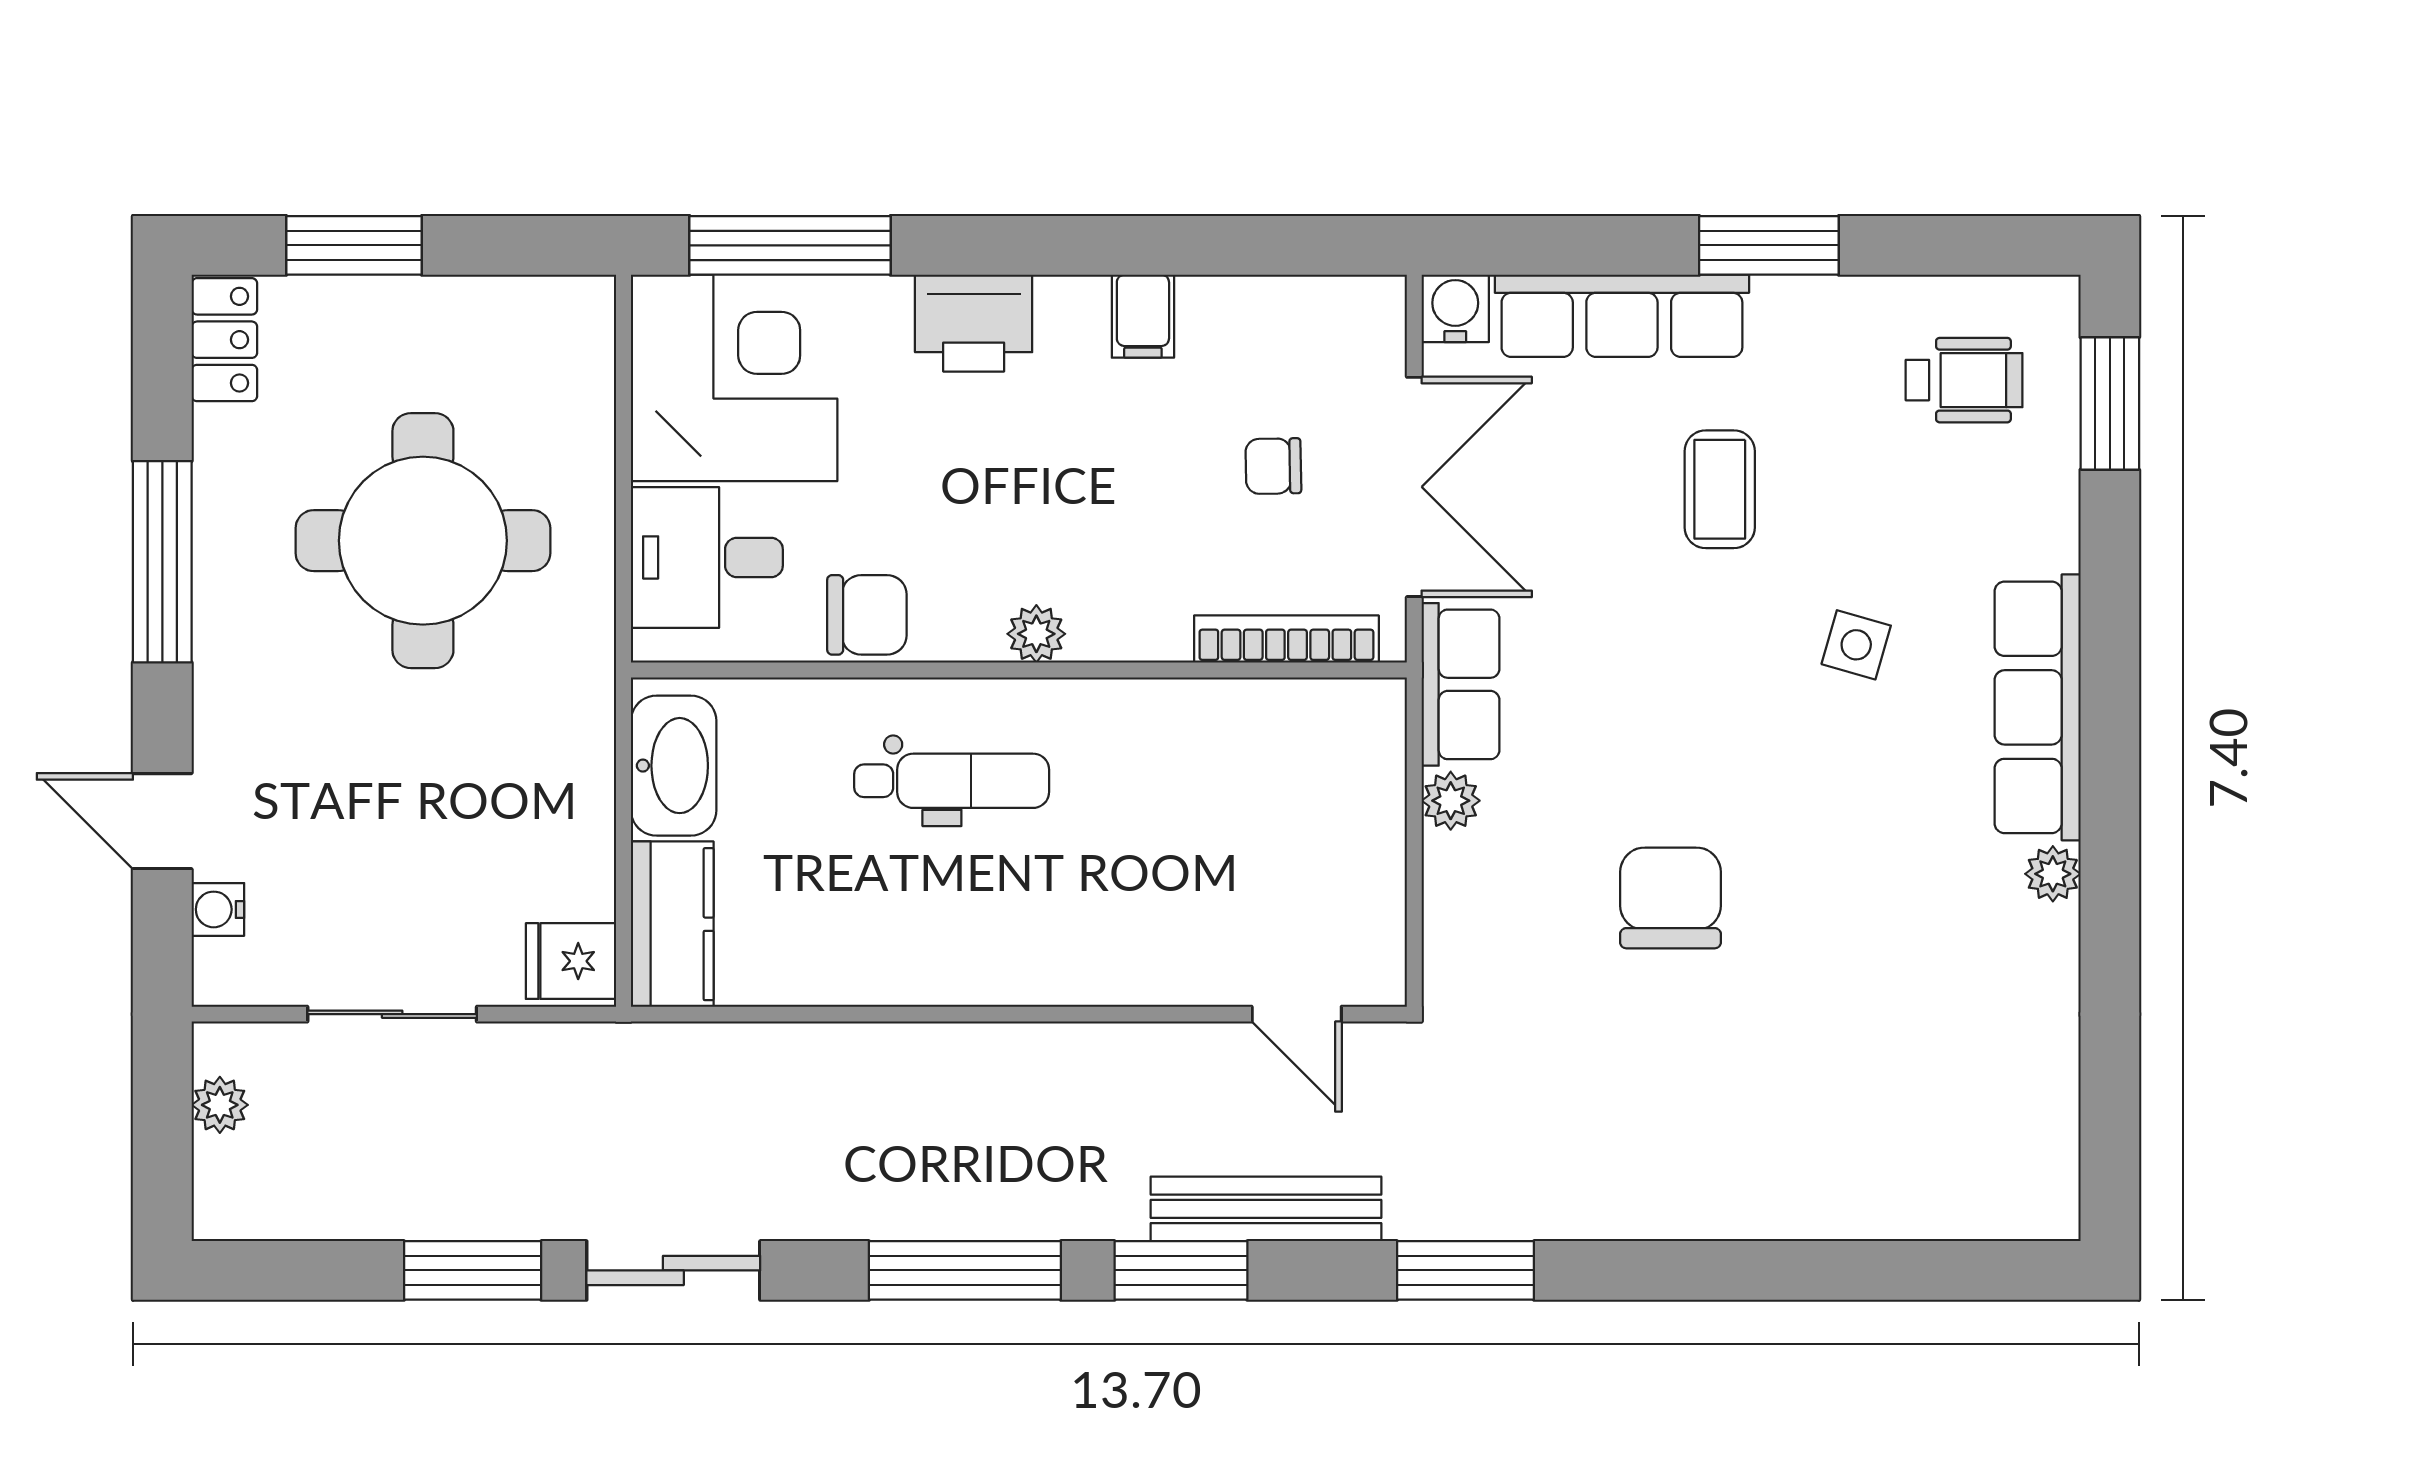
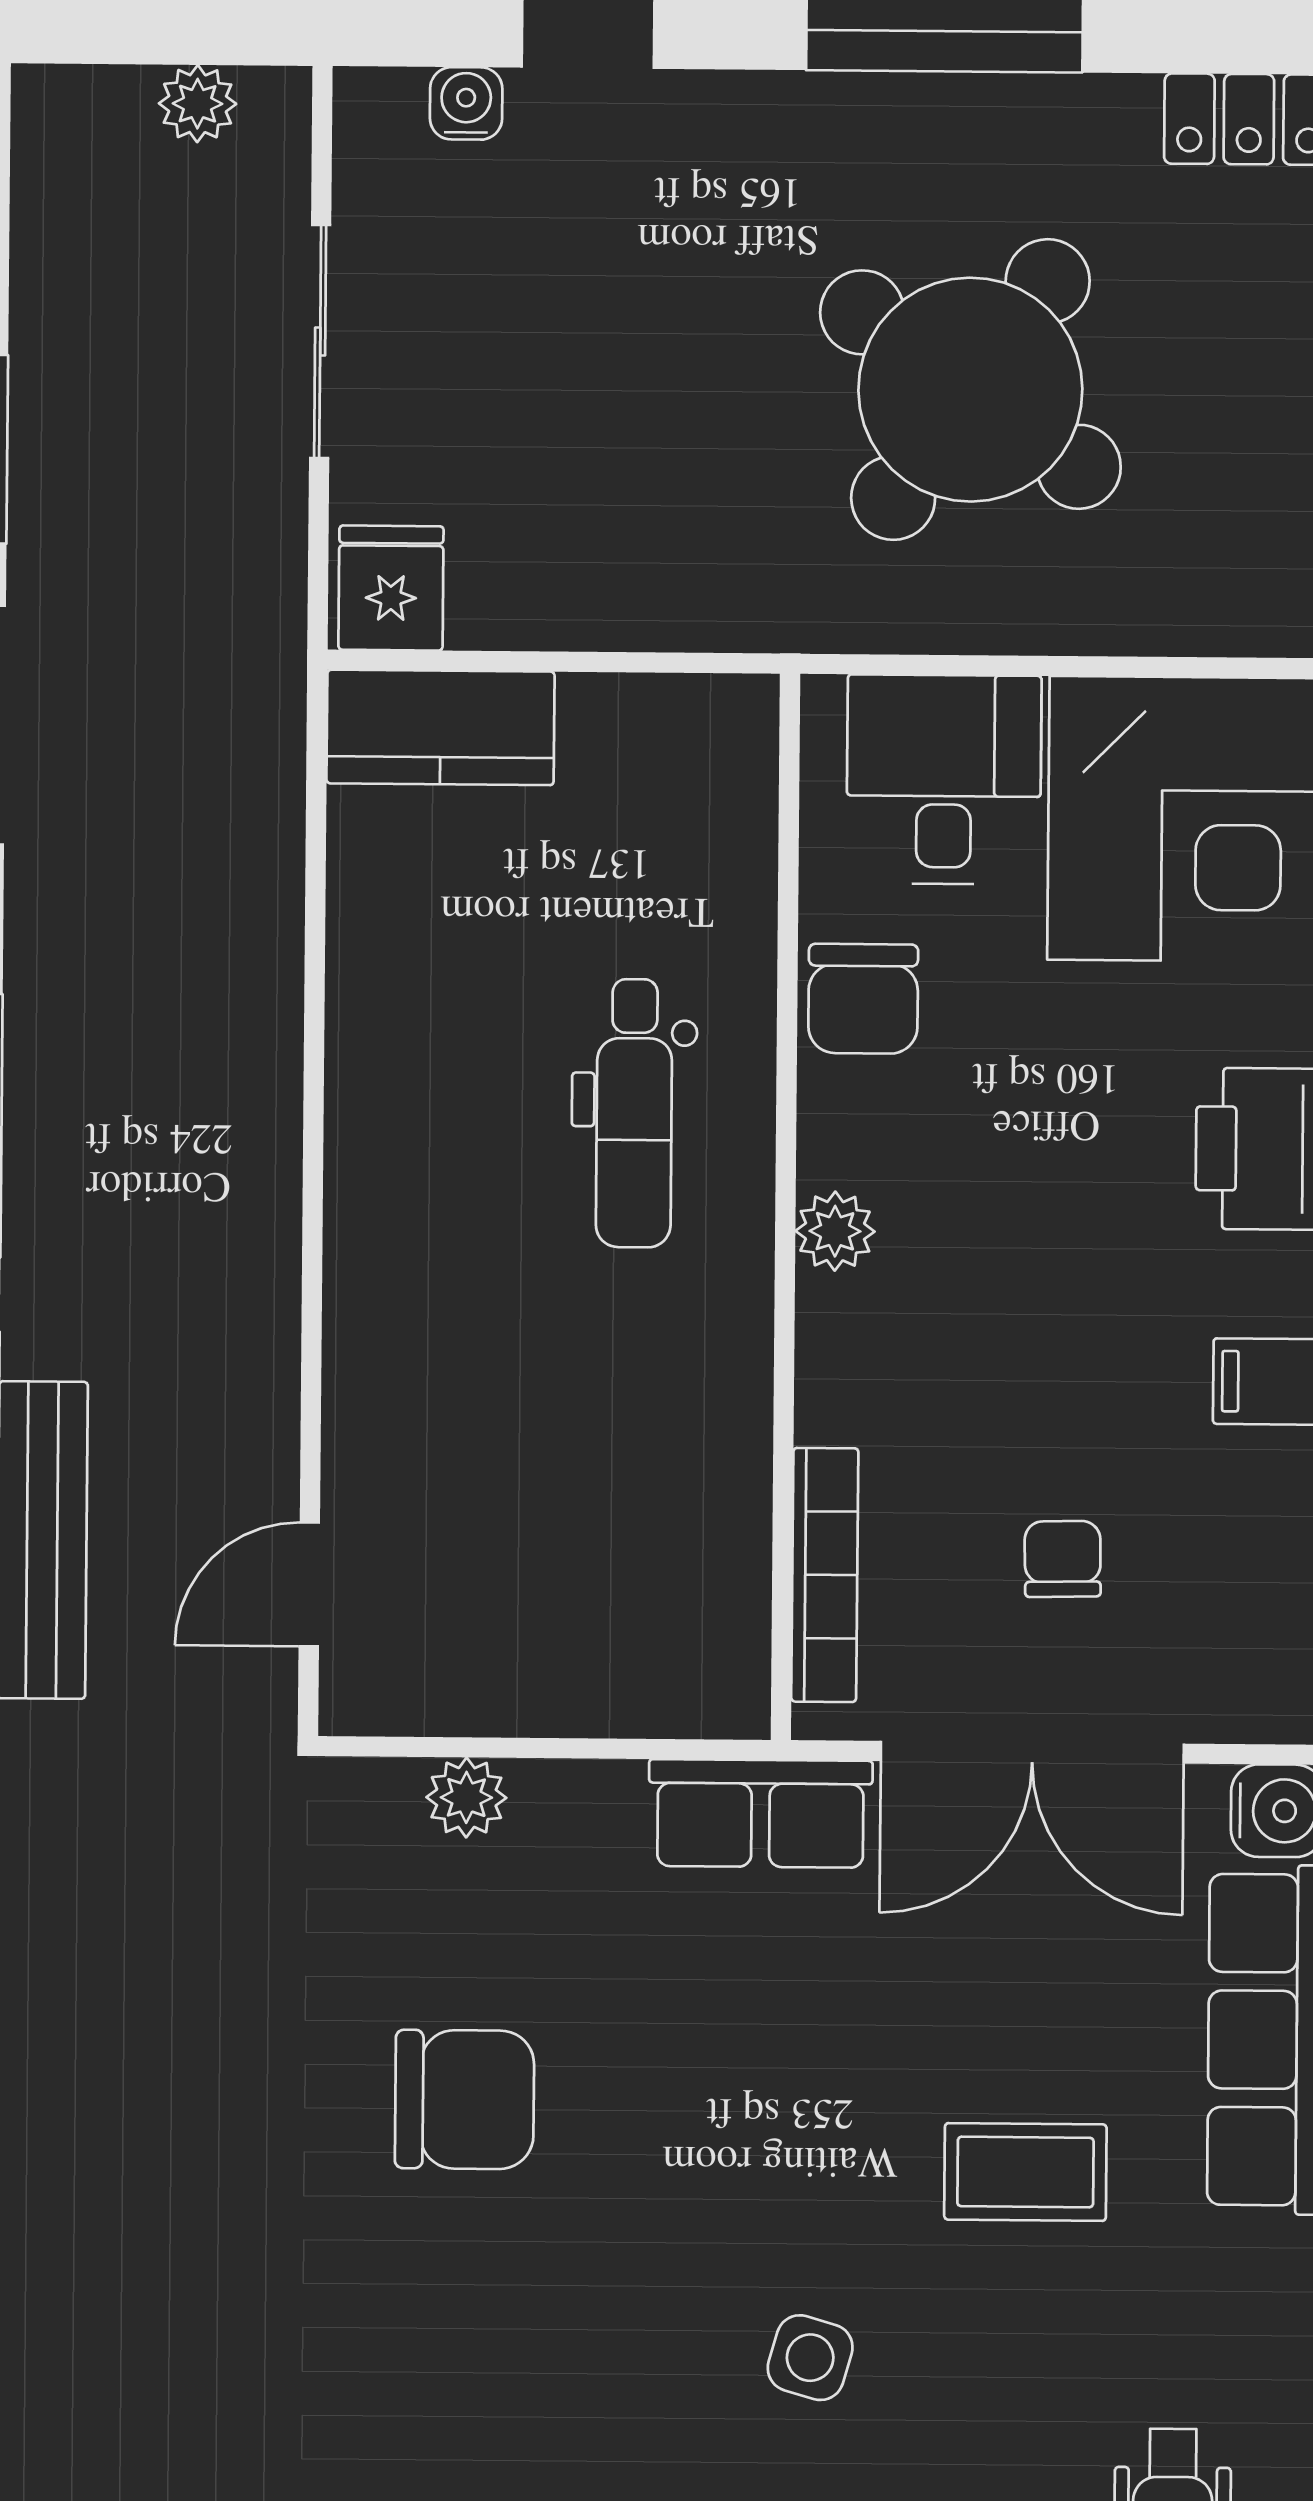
round table: (423, 541) -> (970, 390), turned 35
washbasin: (674, 766) -> (658, 731), removed
plant: (1451, 801) -> (466, 1797), moved

